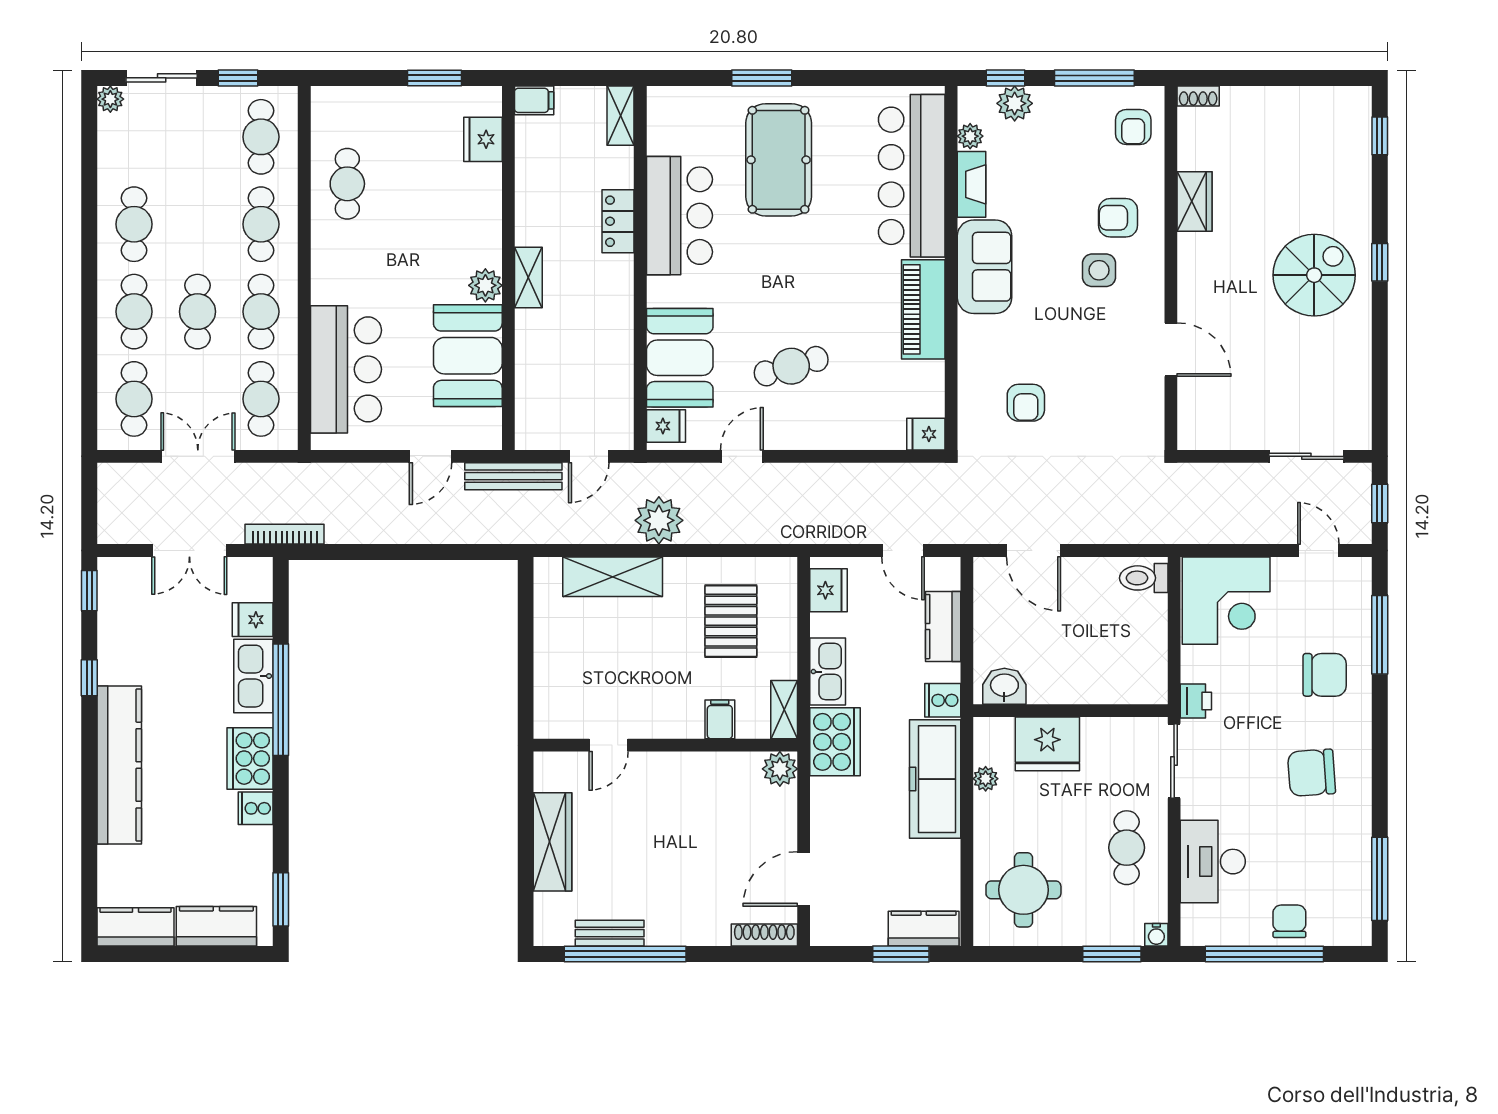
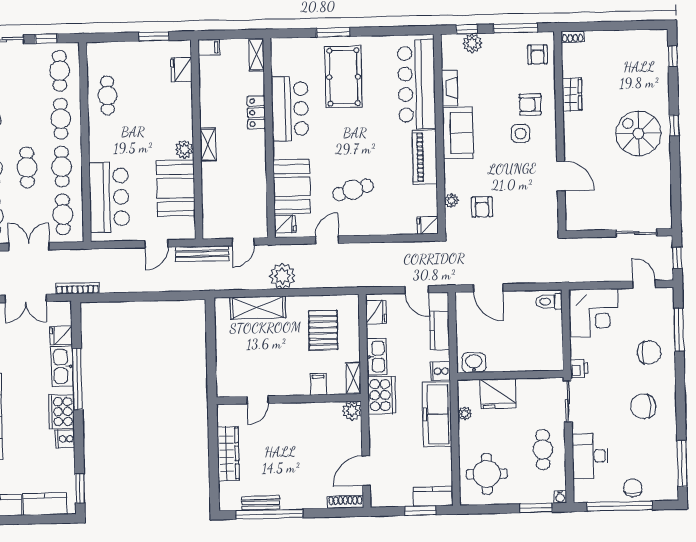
plant: (970, 136) -> (451, 201), moved
spiral stairs: (1314, 275) -> (638, 133), turned -90

